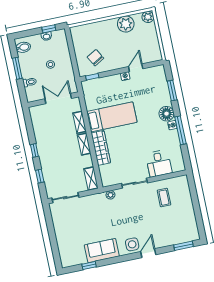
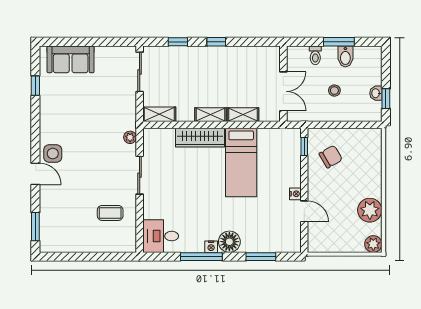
bidet: (23, 47) -> (345, 56), moved
desk: (159, 163) -> (161, 236), moved
sofa: (102, 251) -> (71, 59), moved, turned 90

